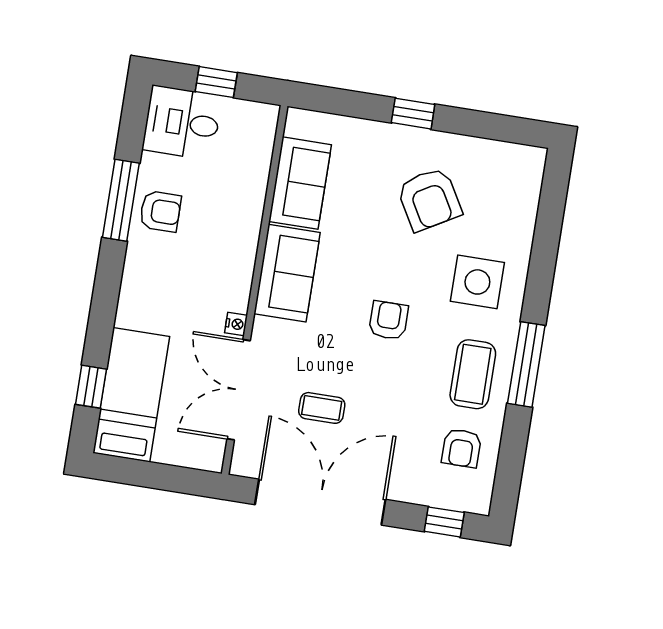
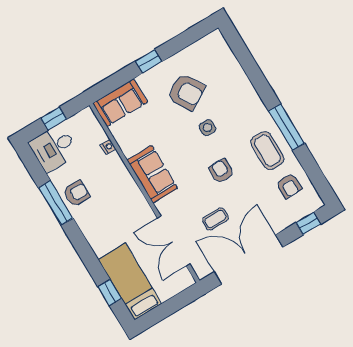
sofa: (300, 183) -> (120, 103), moved, turned 90
side table: (477, 282) -> (207, 128), moved, width x0.54, depth x0.54
armchair: (388, 320) -> (221, 171), moved
nightstand: (236, 324) -> (108, 147), moved

